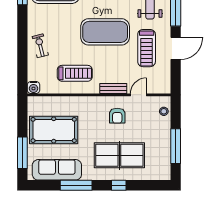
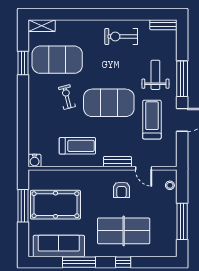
exercise bike: (40, 46) -> (67, 97), moved
treadmill: (147, 48) -> (152, 120), turned 180
door: (138, 95) -> (144, 168), swing flipped
window: (22, 153) -> (23, 206), moved

